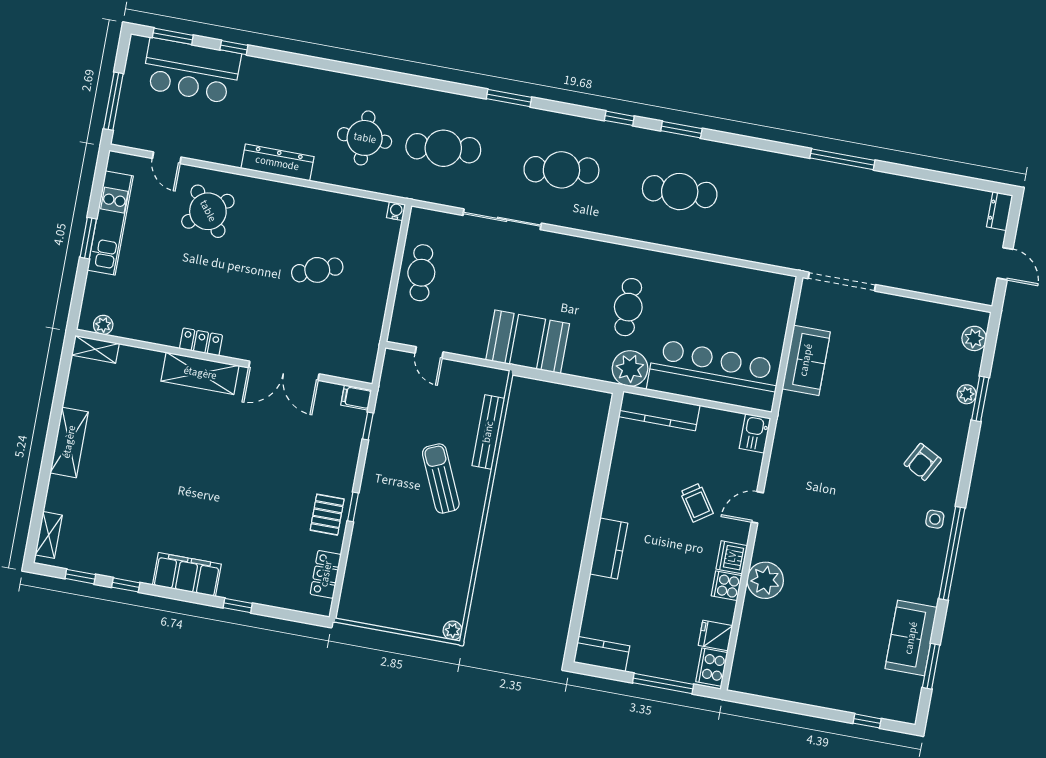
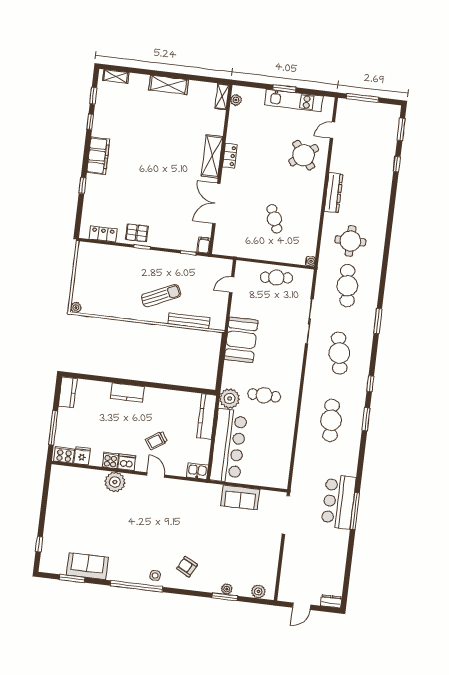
bar counter: (191, 71) -> (339, 502), moved

